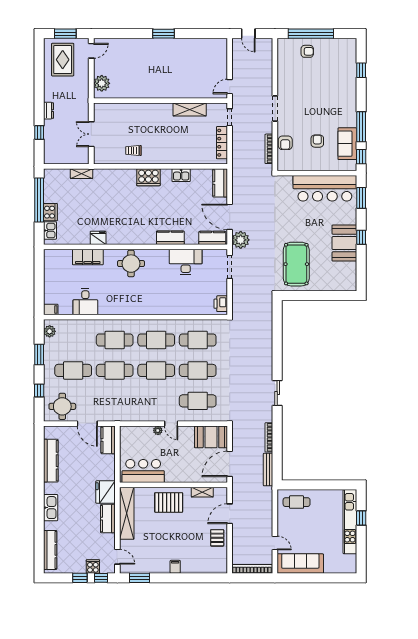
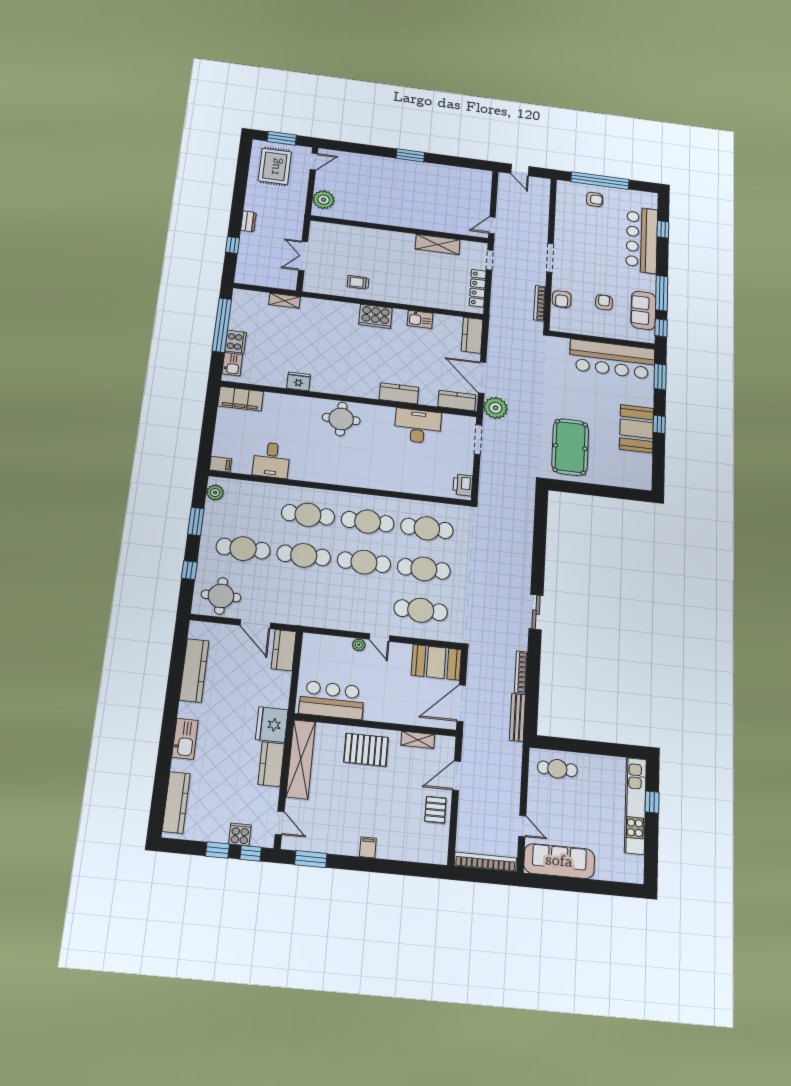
bar counter: (345, 82) -> (642, 240), added
filing cabinet: (88, 257) -> (241, 399), moved

